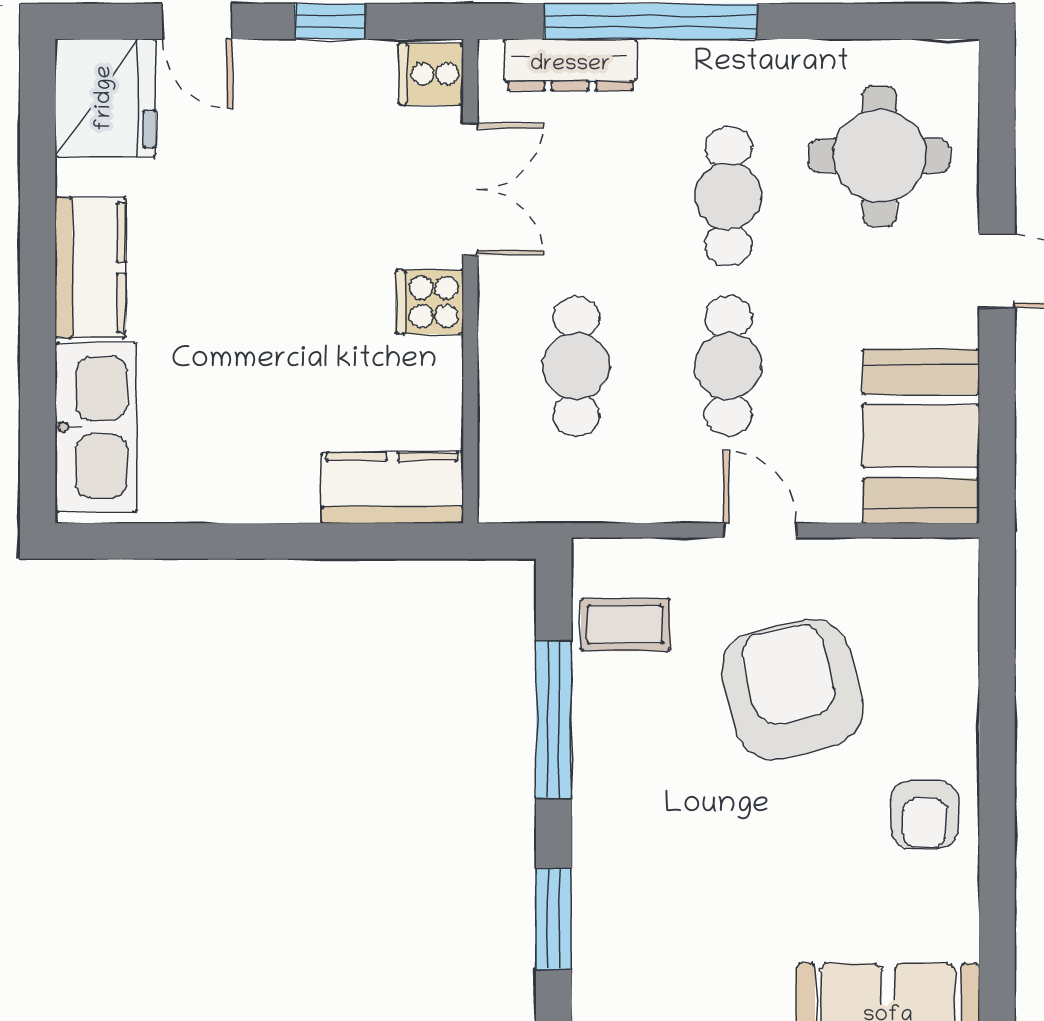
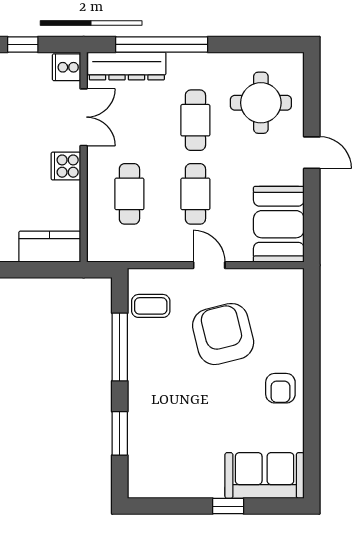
dresser: (570, 65) -> (127, 66), width x1.37, depth x1.24

